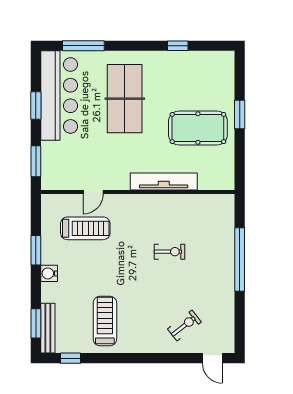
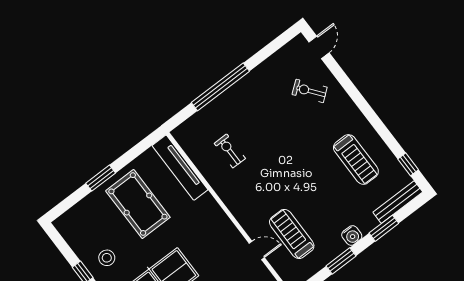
stool: (175, 73) -> (107, 258), added
tv unit: (164, 181) -> (180, 168), moved
exercise bike: (169, 252) -> (230, 151), moved
treadmill: (105, 321) -> (356, 159), turned -90
window: (36, 323) -> (384, 228), moved

